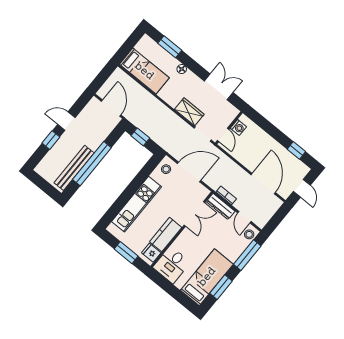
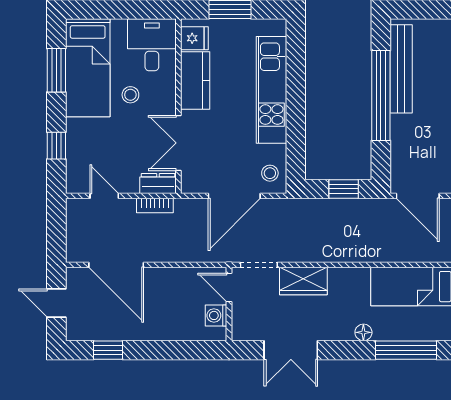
window: (170, 47) -> (406, 350), width x1.44
dresser: (221, 206) -> (158, 183), width x0.70
stool: (249, 234) -> (130, 95), moved
window: (247, 255) -> (56, 146), width x0.46

